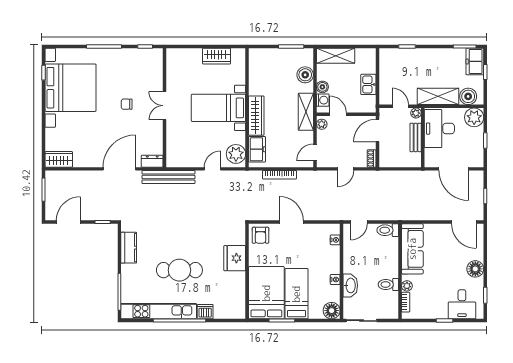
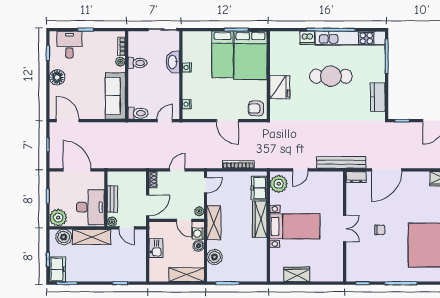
armchair: (260, 235) -> (256, 108), turned -90
floor lamp: (332, 311) -> (190, 39), removed

